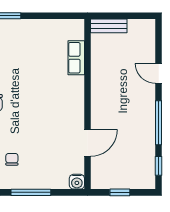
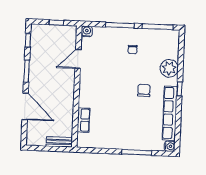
door: (159, 73) -> (25, 106), width x1.88
window: (159, 123) -> (27, 71), width x0.69

